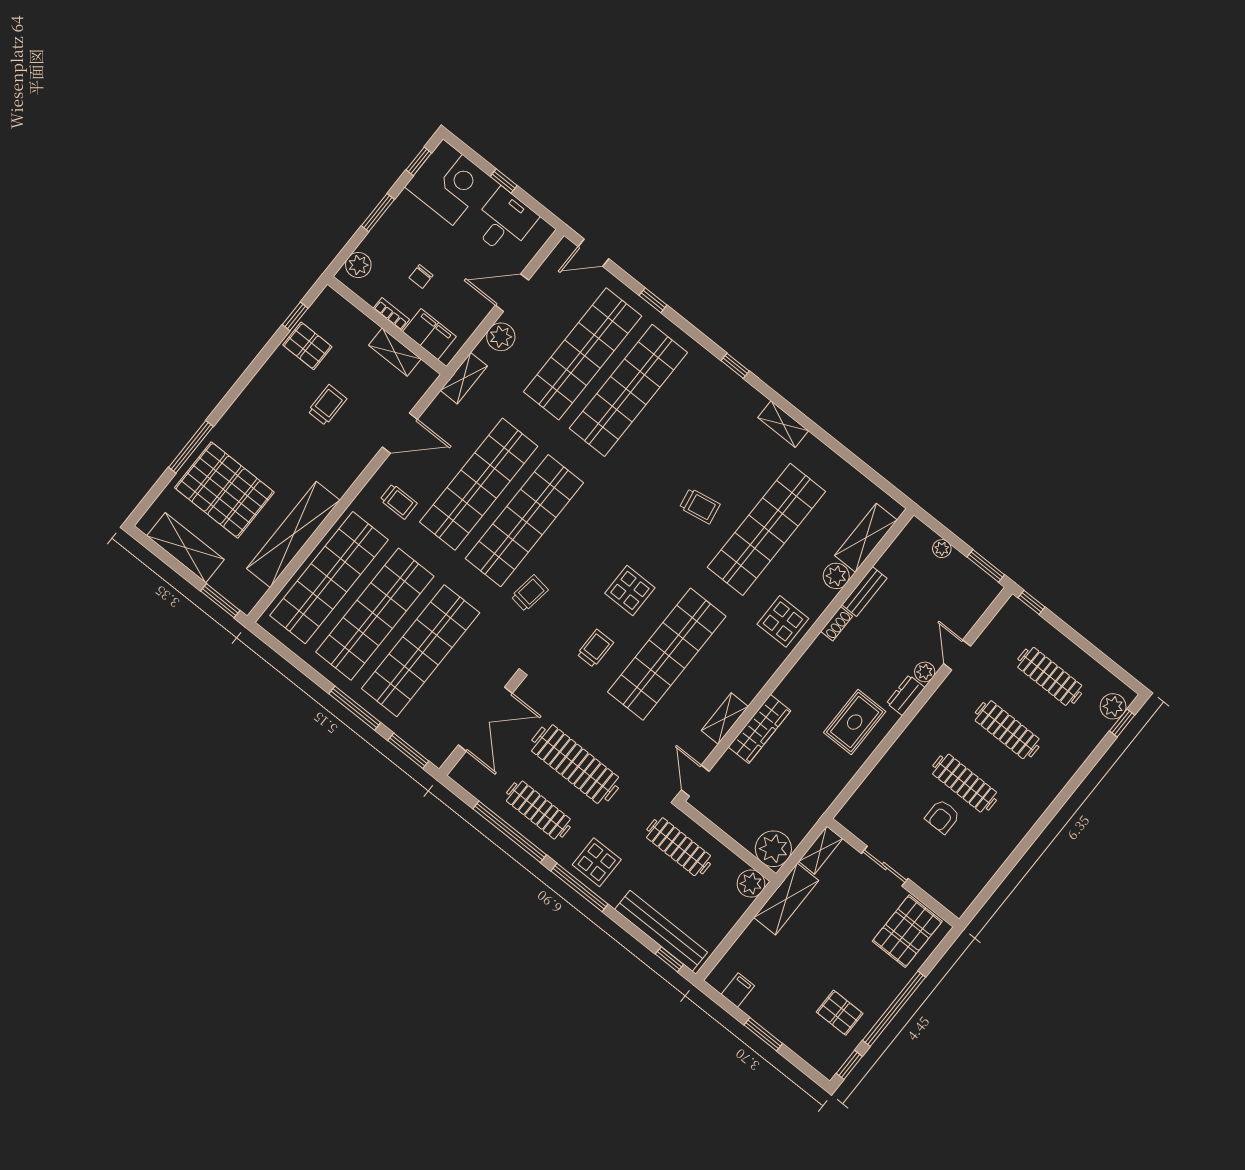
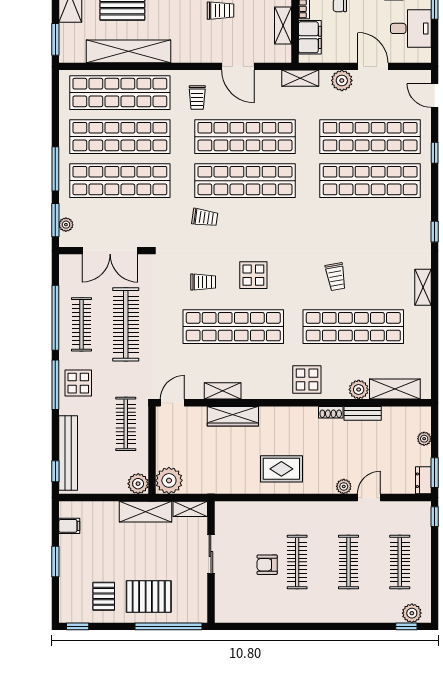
dresser: (906, 695) -> (423, 480), moved, turned -90
plant: (422, 743) -> (66, 225), added
pallet: (907, 931) -> (149, 596), moved
window: (894, 1009) -> (168, 626), moved

